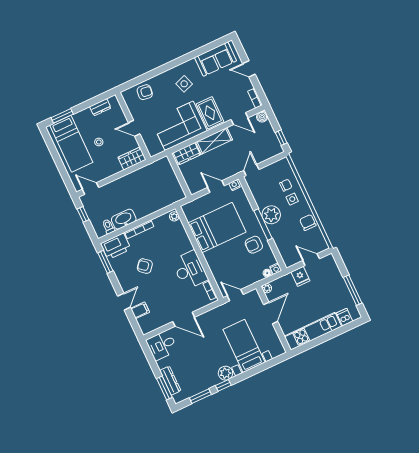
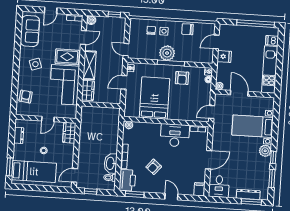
window: (353, 290) -> (256, 24), width x1.46
filing cabinet: (140, 310) -> (199, 189), moved

